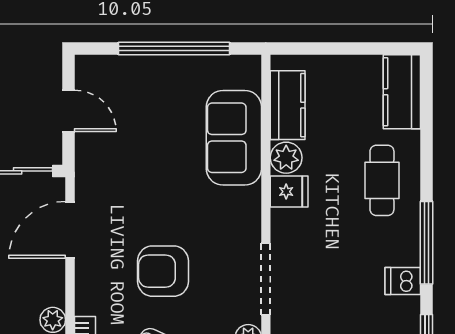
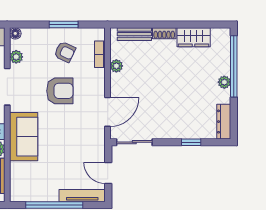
tv unit: (119, 67) -> (82, 196), added
sofa: (234, 138) -> (24, 137), moved

